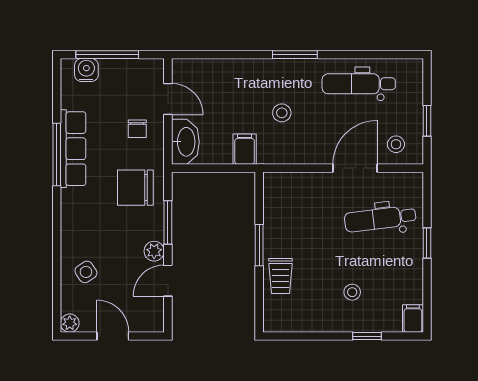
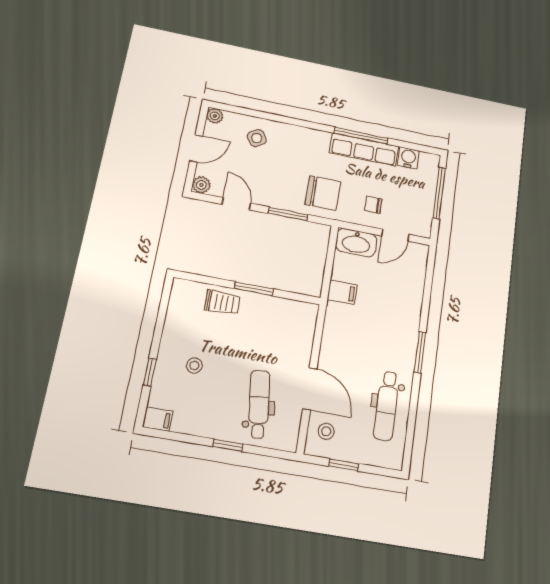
water cooler: (86, 70) -> (408, 158), moved, turned -90
dental chair: (359, 84) -> (387, 406), turned 180
stool: (282, 113) -> (370, 331), removed
chair: (135, 188) -> (323, 193), turned 90
plant: (154, 251) -> (201, 185), moved
trolley: (280, 276) -> (222, 302), turned 180

